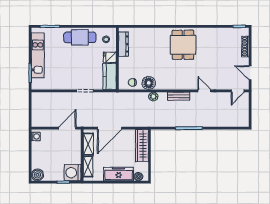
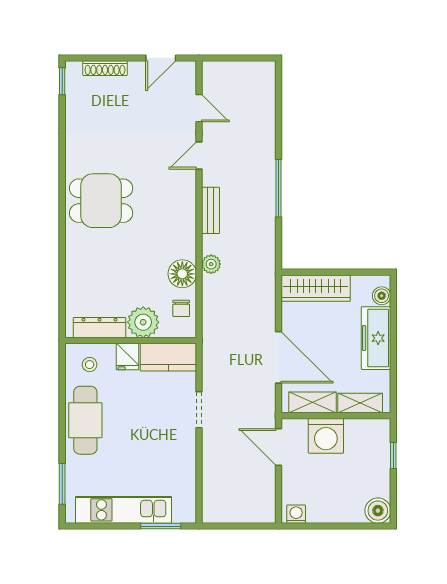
plant: (126, 65) -> (143, 322), added
door: (238, 91) -> (199, 108), moved
washing machine: (73, 173) -> (326, 436), moved

